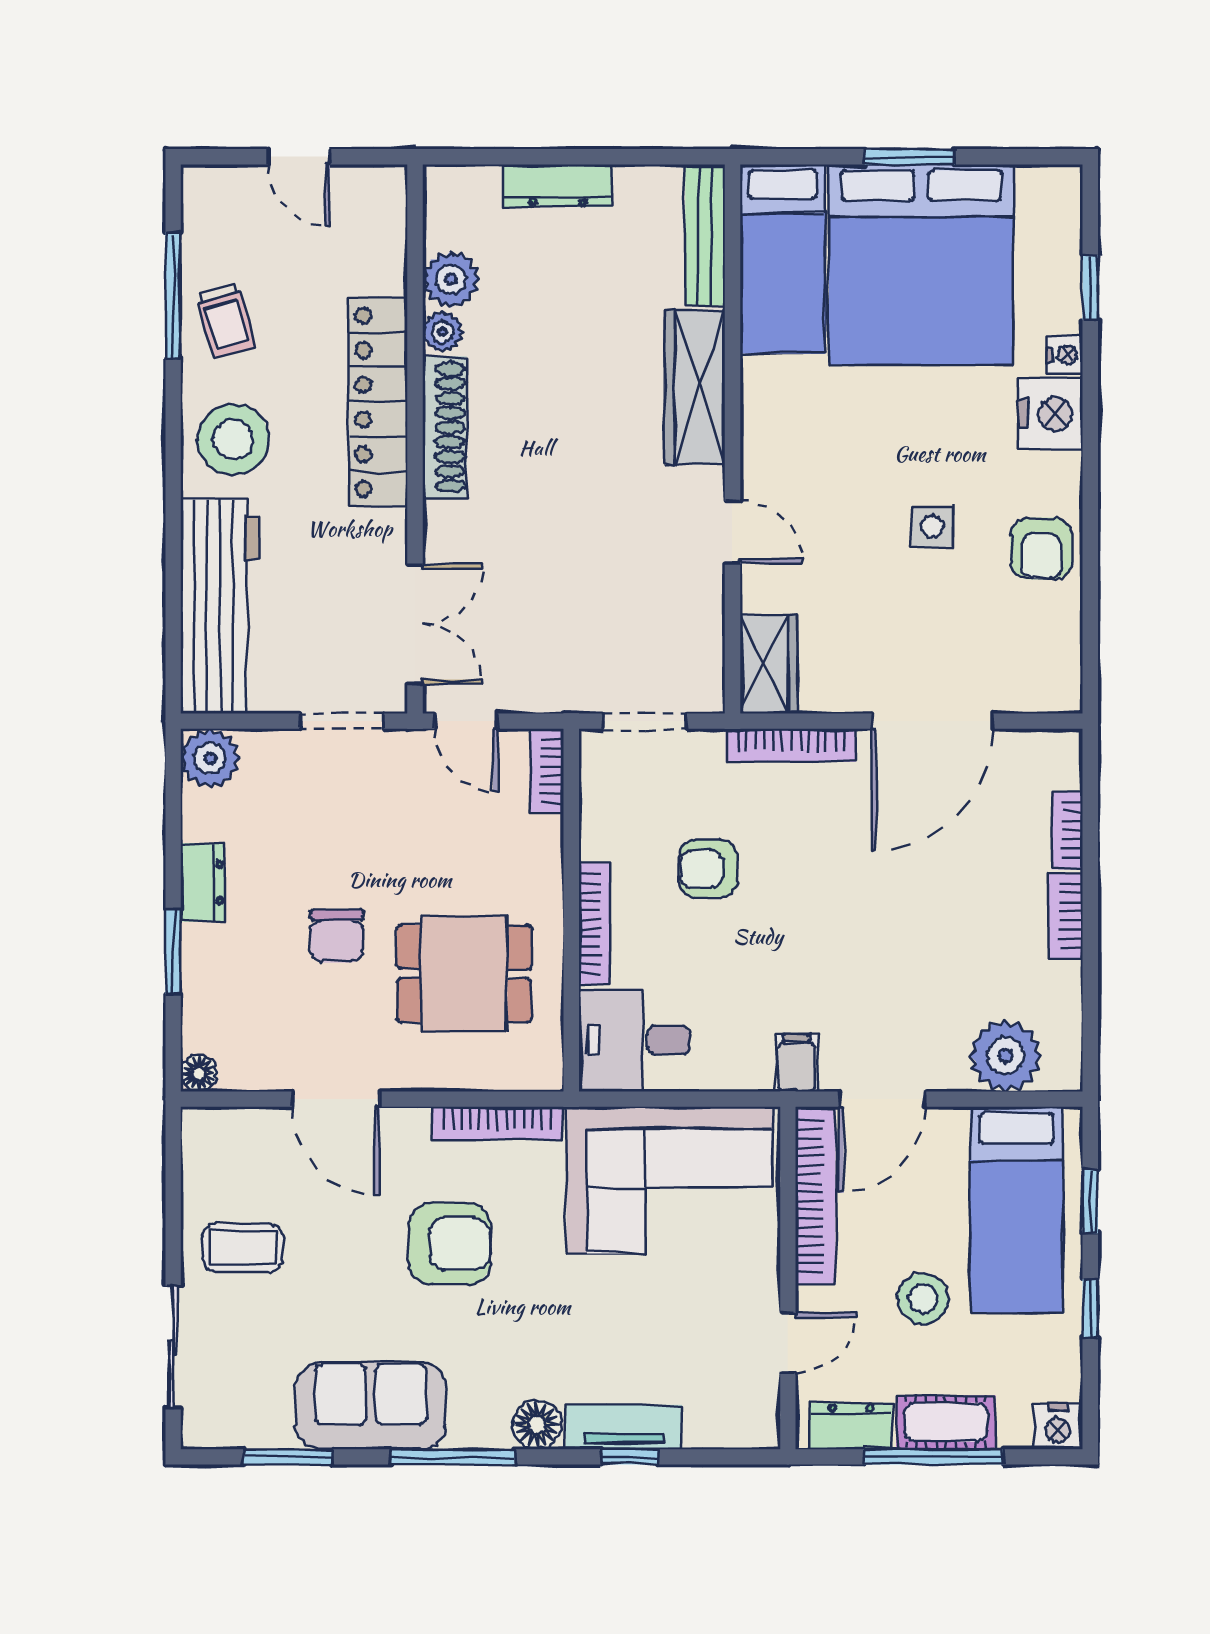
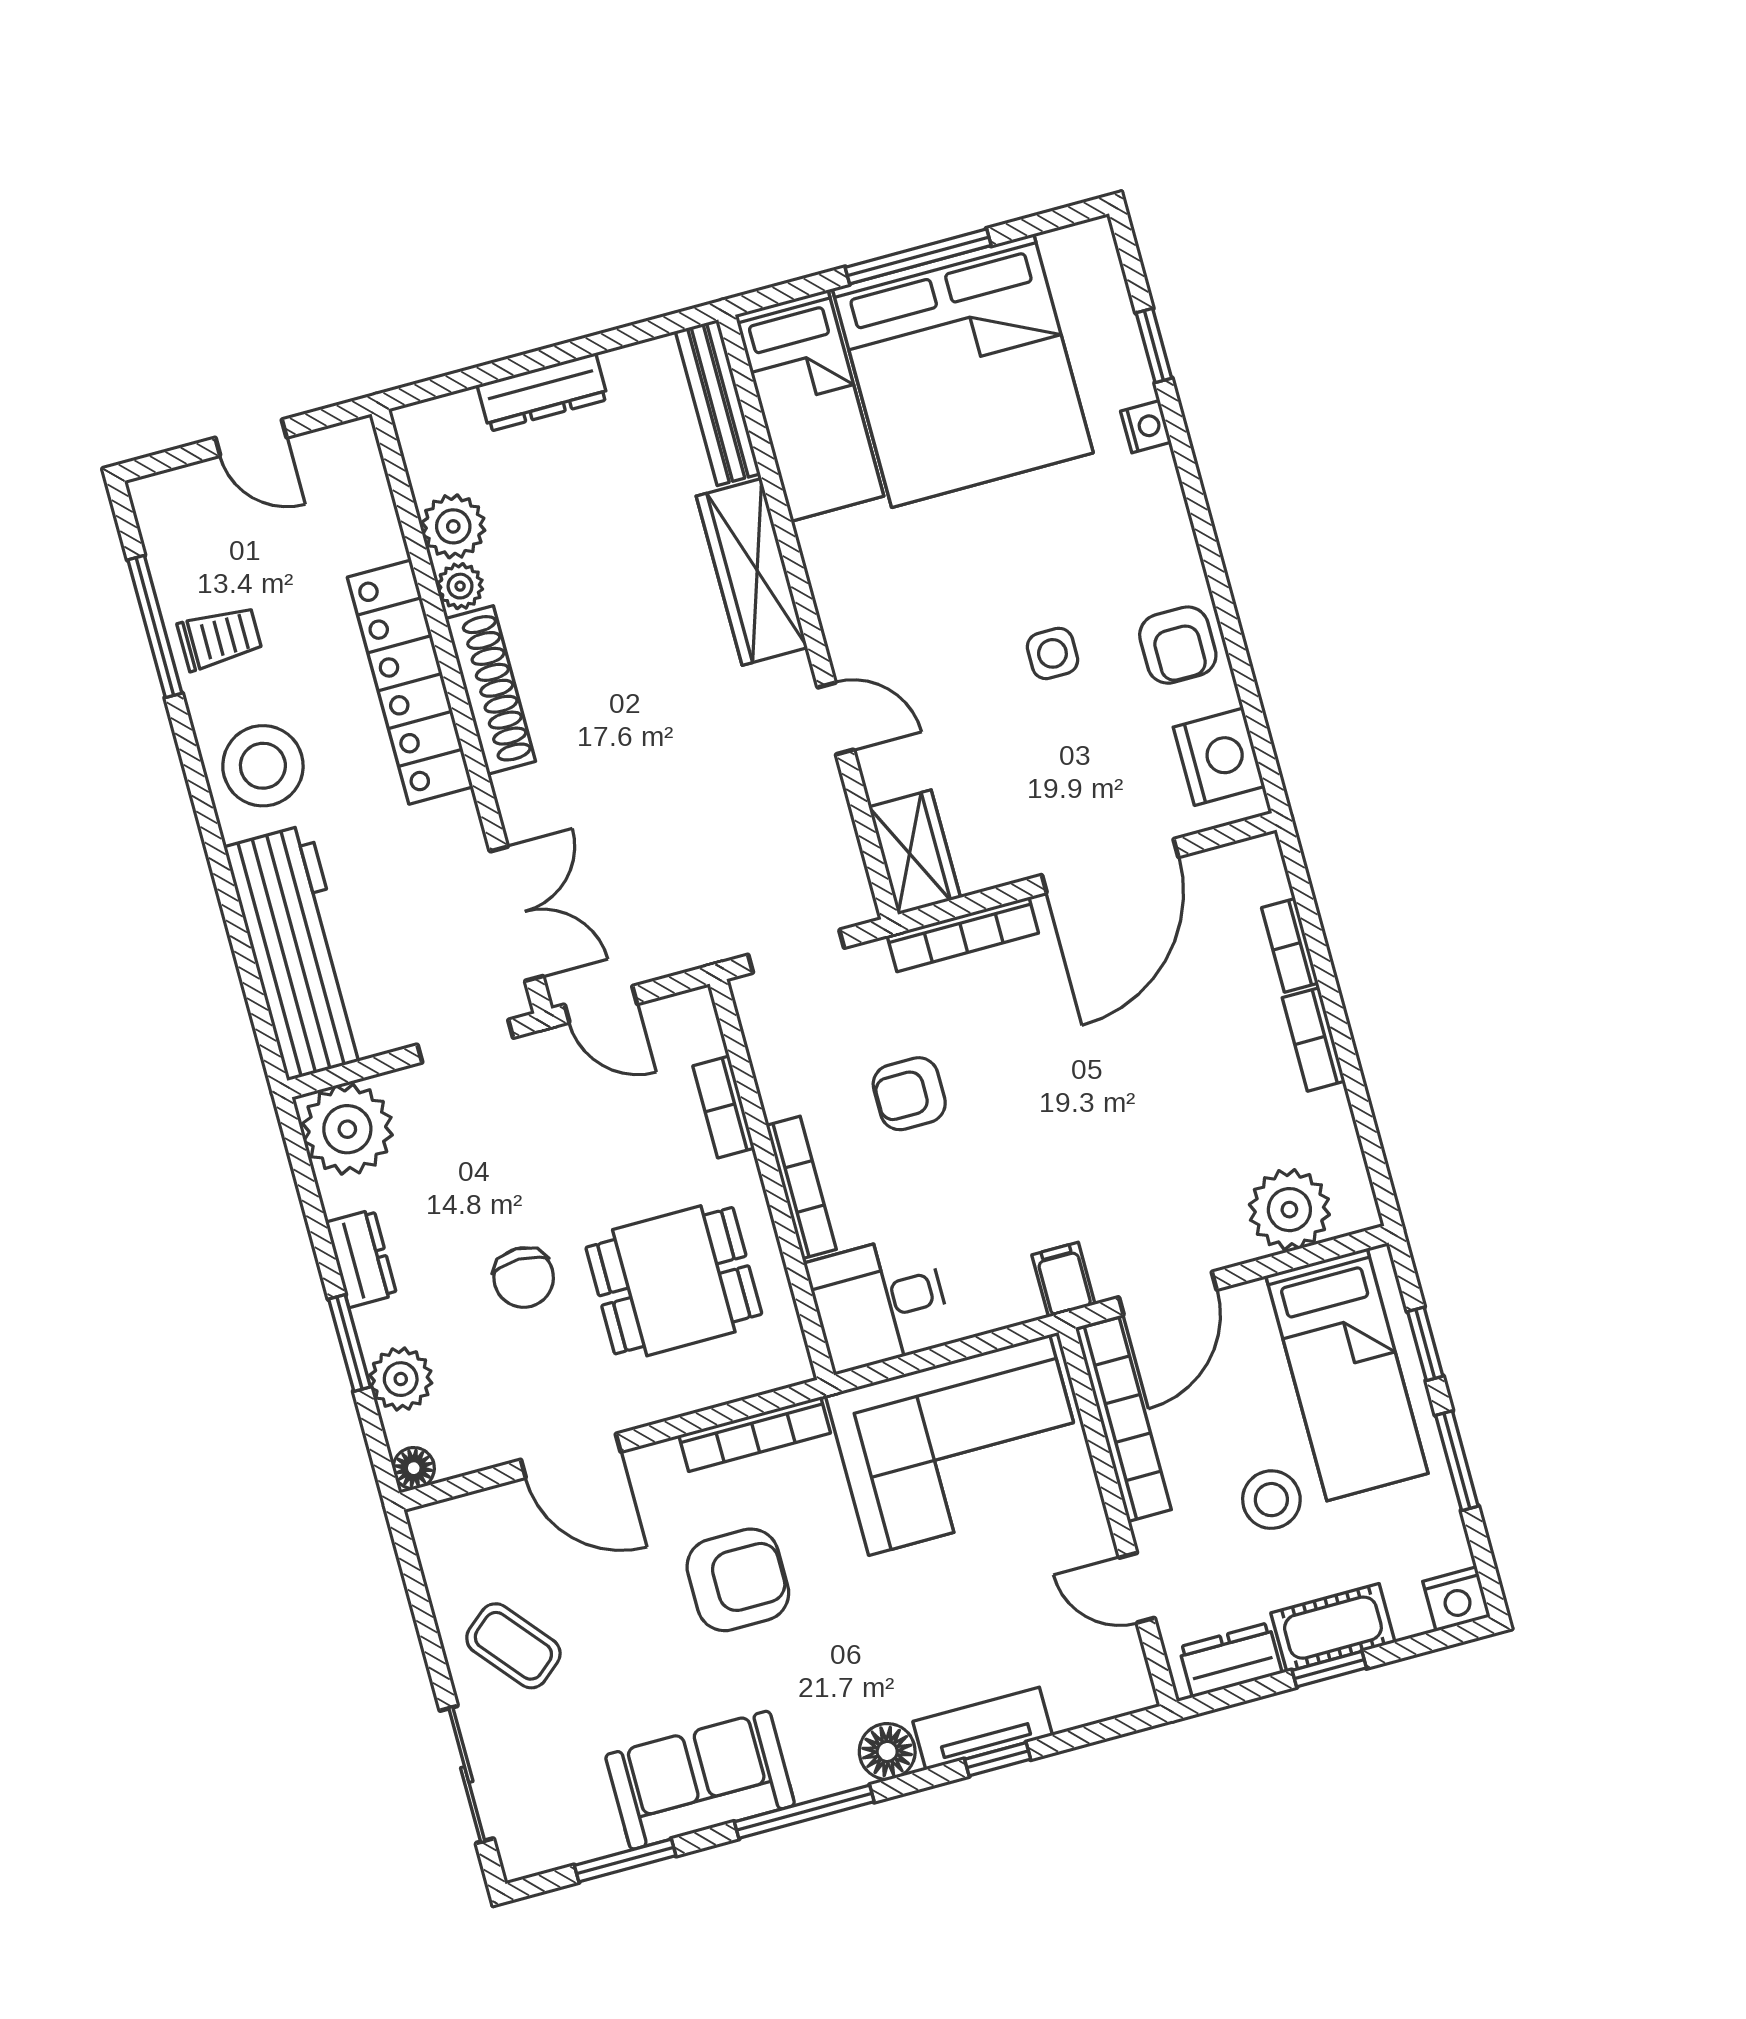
window: (910, 157) -> (918, 256), width x1.44
trolley: (226, 320) -> (220, 638), turned -74
nightstand: (1050, 414) -> (1219, 757), moved
plant: (210, 758) -> (347, 1129), width x1.36, depth x1.36
bookcase: (547, 771) -> (724, 1107), moved
plant: (208, 994) -> (401, 1379), added
coffee table: (243, 1248) -> (513, 1646), turned 50
window: (1090, 1309) -> (1457, 1461), width x1.50
door: (788, 1343) -> (1137, 1588), swing flipped
window: (933, 1457) -> (1329, 1669), width x0.46

